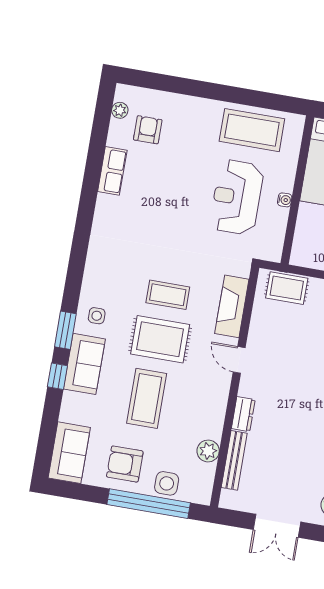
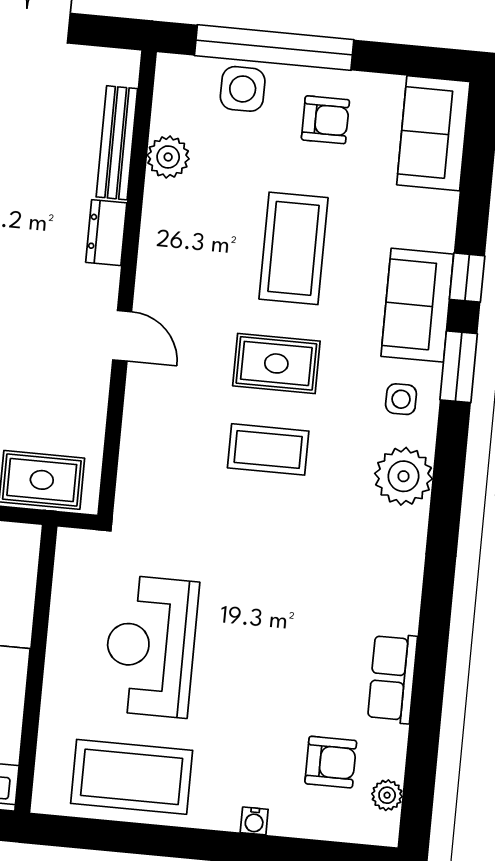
armchair: (148, 130) -> (331, 762), turned -90
reception desk: (237, 197) -> (151, 646), turned 180
water cooler: (285, 200) -> (254, 821), moved, turned -90
plant: (98, 276) -> (404, 476), added
fireplace: (232, 306) -> (144, 437), removed
rug: (160, 339) -> (276, 363), width x0.73, depth x0.70
armchair: (125, 464) -> (325, 120), width x0.72, depth x0.72

